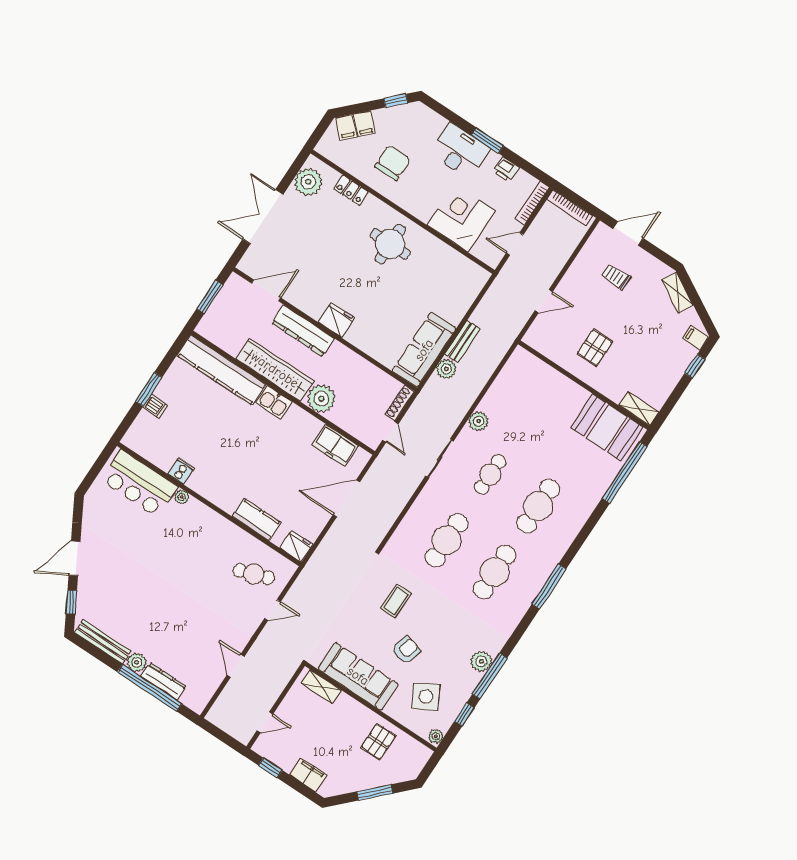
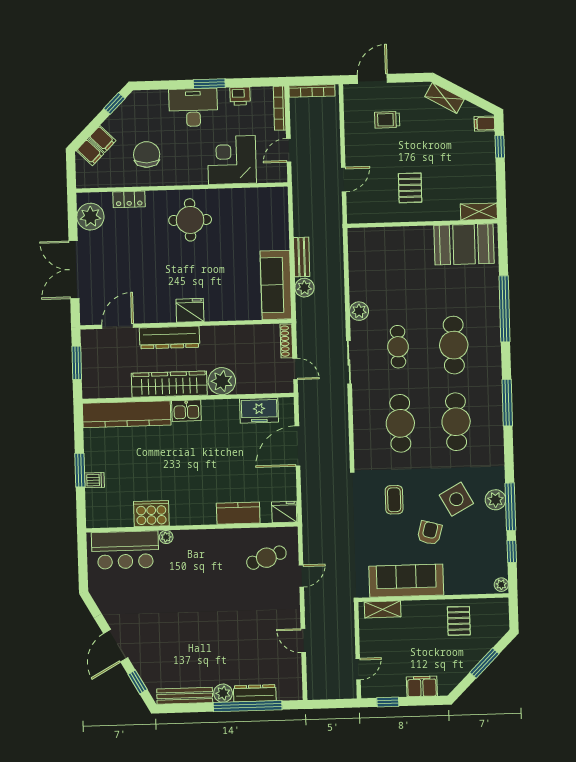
cooker: (181, 471) -> (151, 514), width x1.87, depth x1.31
window: (625, 473) -> (504, 309), moved
side table: (426, 697) -> (456, 499), moved

